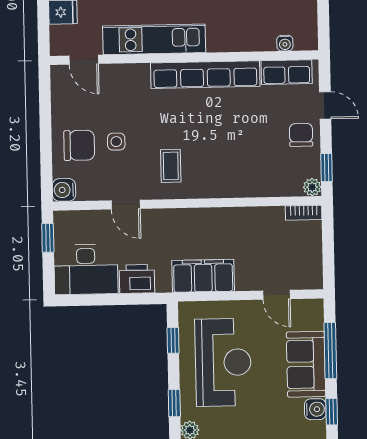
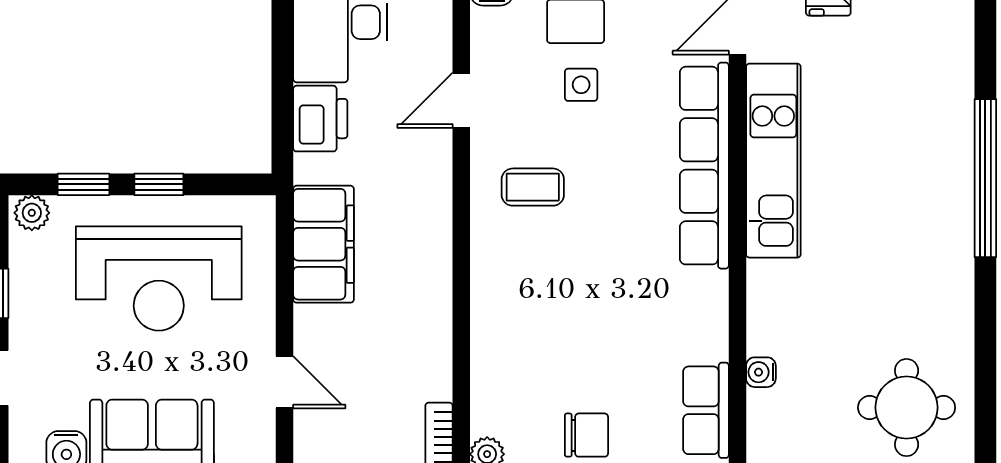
water cooler: (285, 43) -> (761, 372), moved
row of seats: (205, 75) -> (704, 166), moved
door: (277, 295) -> (285, 382), swing flipped
window: (173, 340) -> (159, 184), moved

